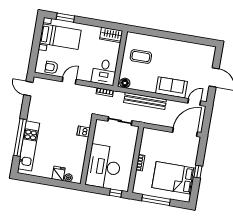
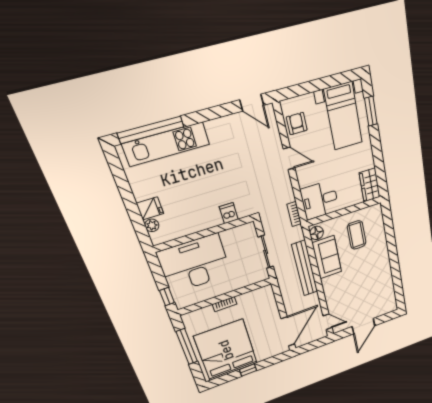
sofa: (171, 87) -> (327, 257), moved
door: (28, 89) -> (252, 103), swing flipped
door: (185, 132) -> (288, 331), hinge flipped
window: (20, 138) -> (151, 130), moved
bed: (174, 178) -> (226, 350), width x1.36

